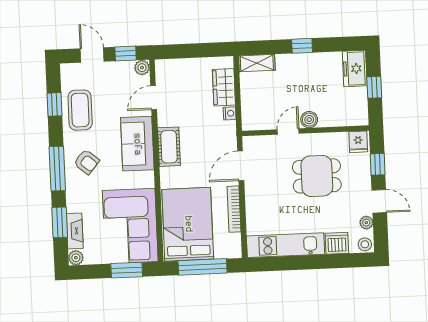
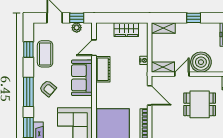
plant: (142, 68) -> (77, 28), moved
wardrobe: (224, 87) -> (126, 30), moved, turned -90
boiler: (309, 120) -> (201, 62), width x1.86, depth x1.86
shelving: (259, 122) -> (163, 67), added
cot: (169, 147) -> (103, 69), moved
door: (241, 166) -> (150, 95), swing flipped

